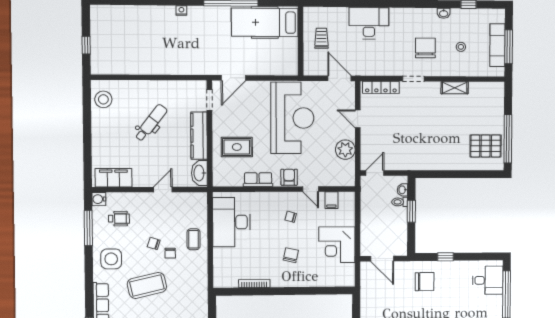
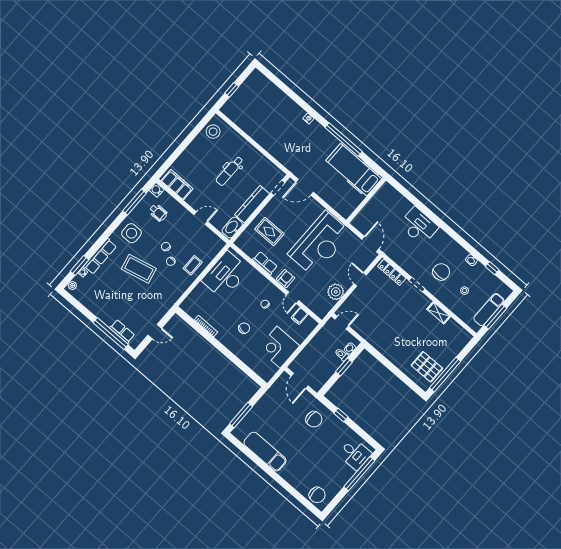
trolley: (321, 38) -> (381, 210), removed
dental chair: (151, 123) -> (230, 171), turned 142

